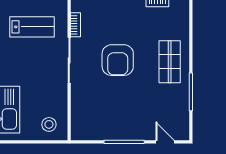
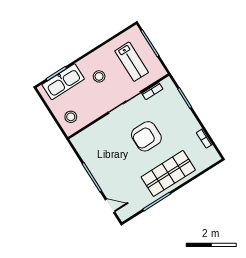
shop shelf: (170, 62) -> (168, 173), width x1.43, depth x1.36
stool: (26, 70) -> (99, 76), added
door: (165, 142) -> (110, 206), hinge flipped

